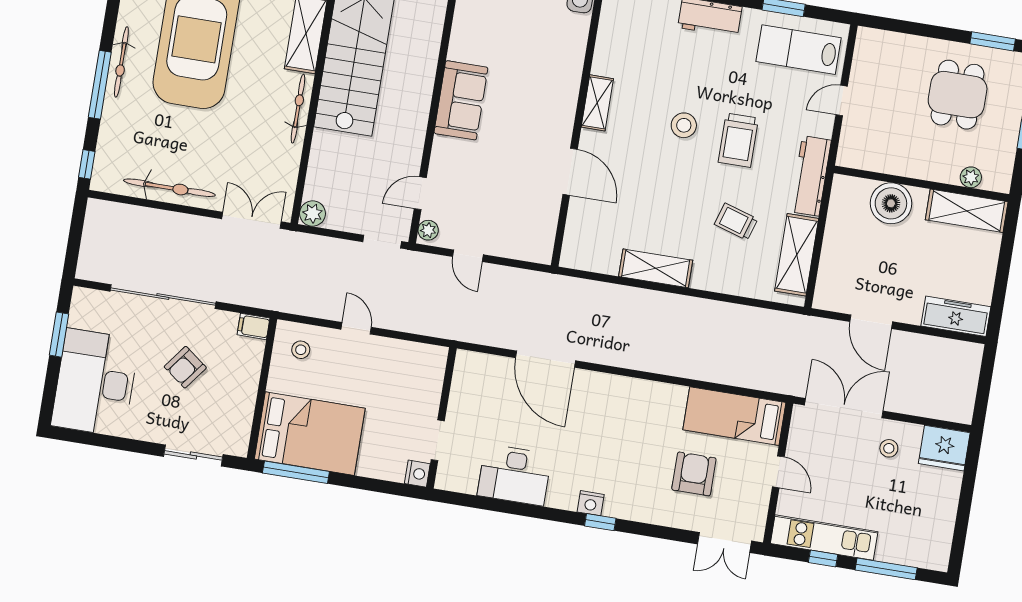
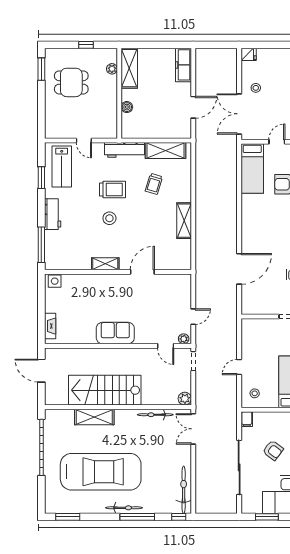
bicycle: (298, 109) -> (155, 415), moved
bicycle: (169, 188) -> (184, 490), moved
boiler: (891, 203) -> (127, 107), width x0.54, depth x0.54
fridge: (944, 448) -> (249, 54), width x0.53, depth x0.75

